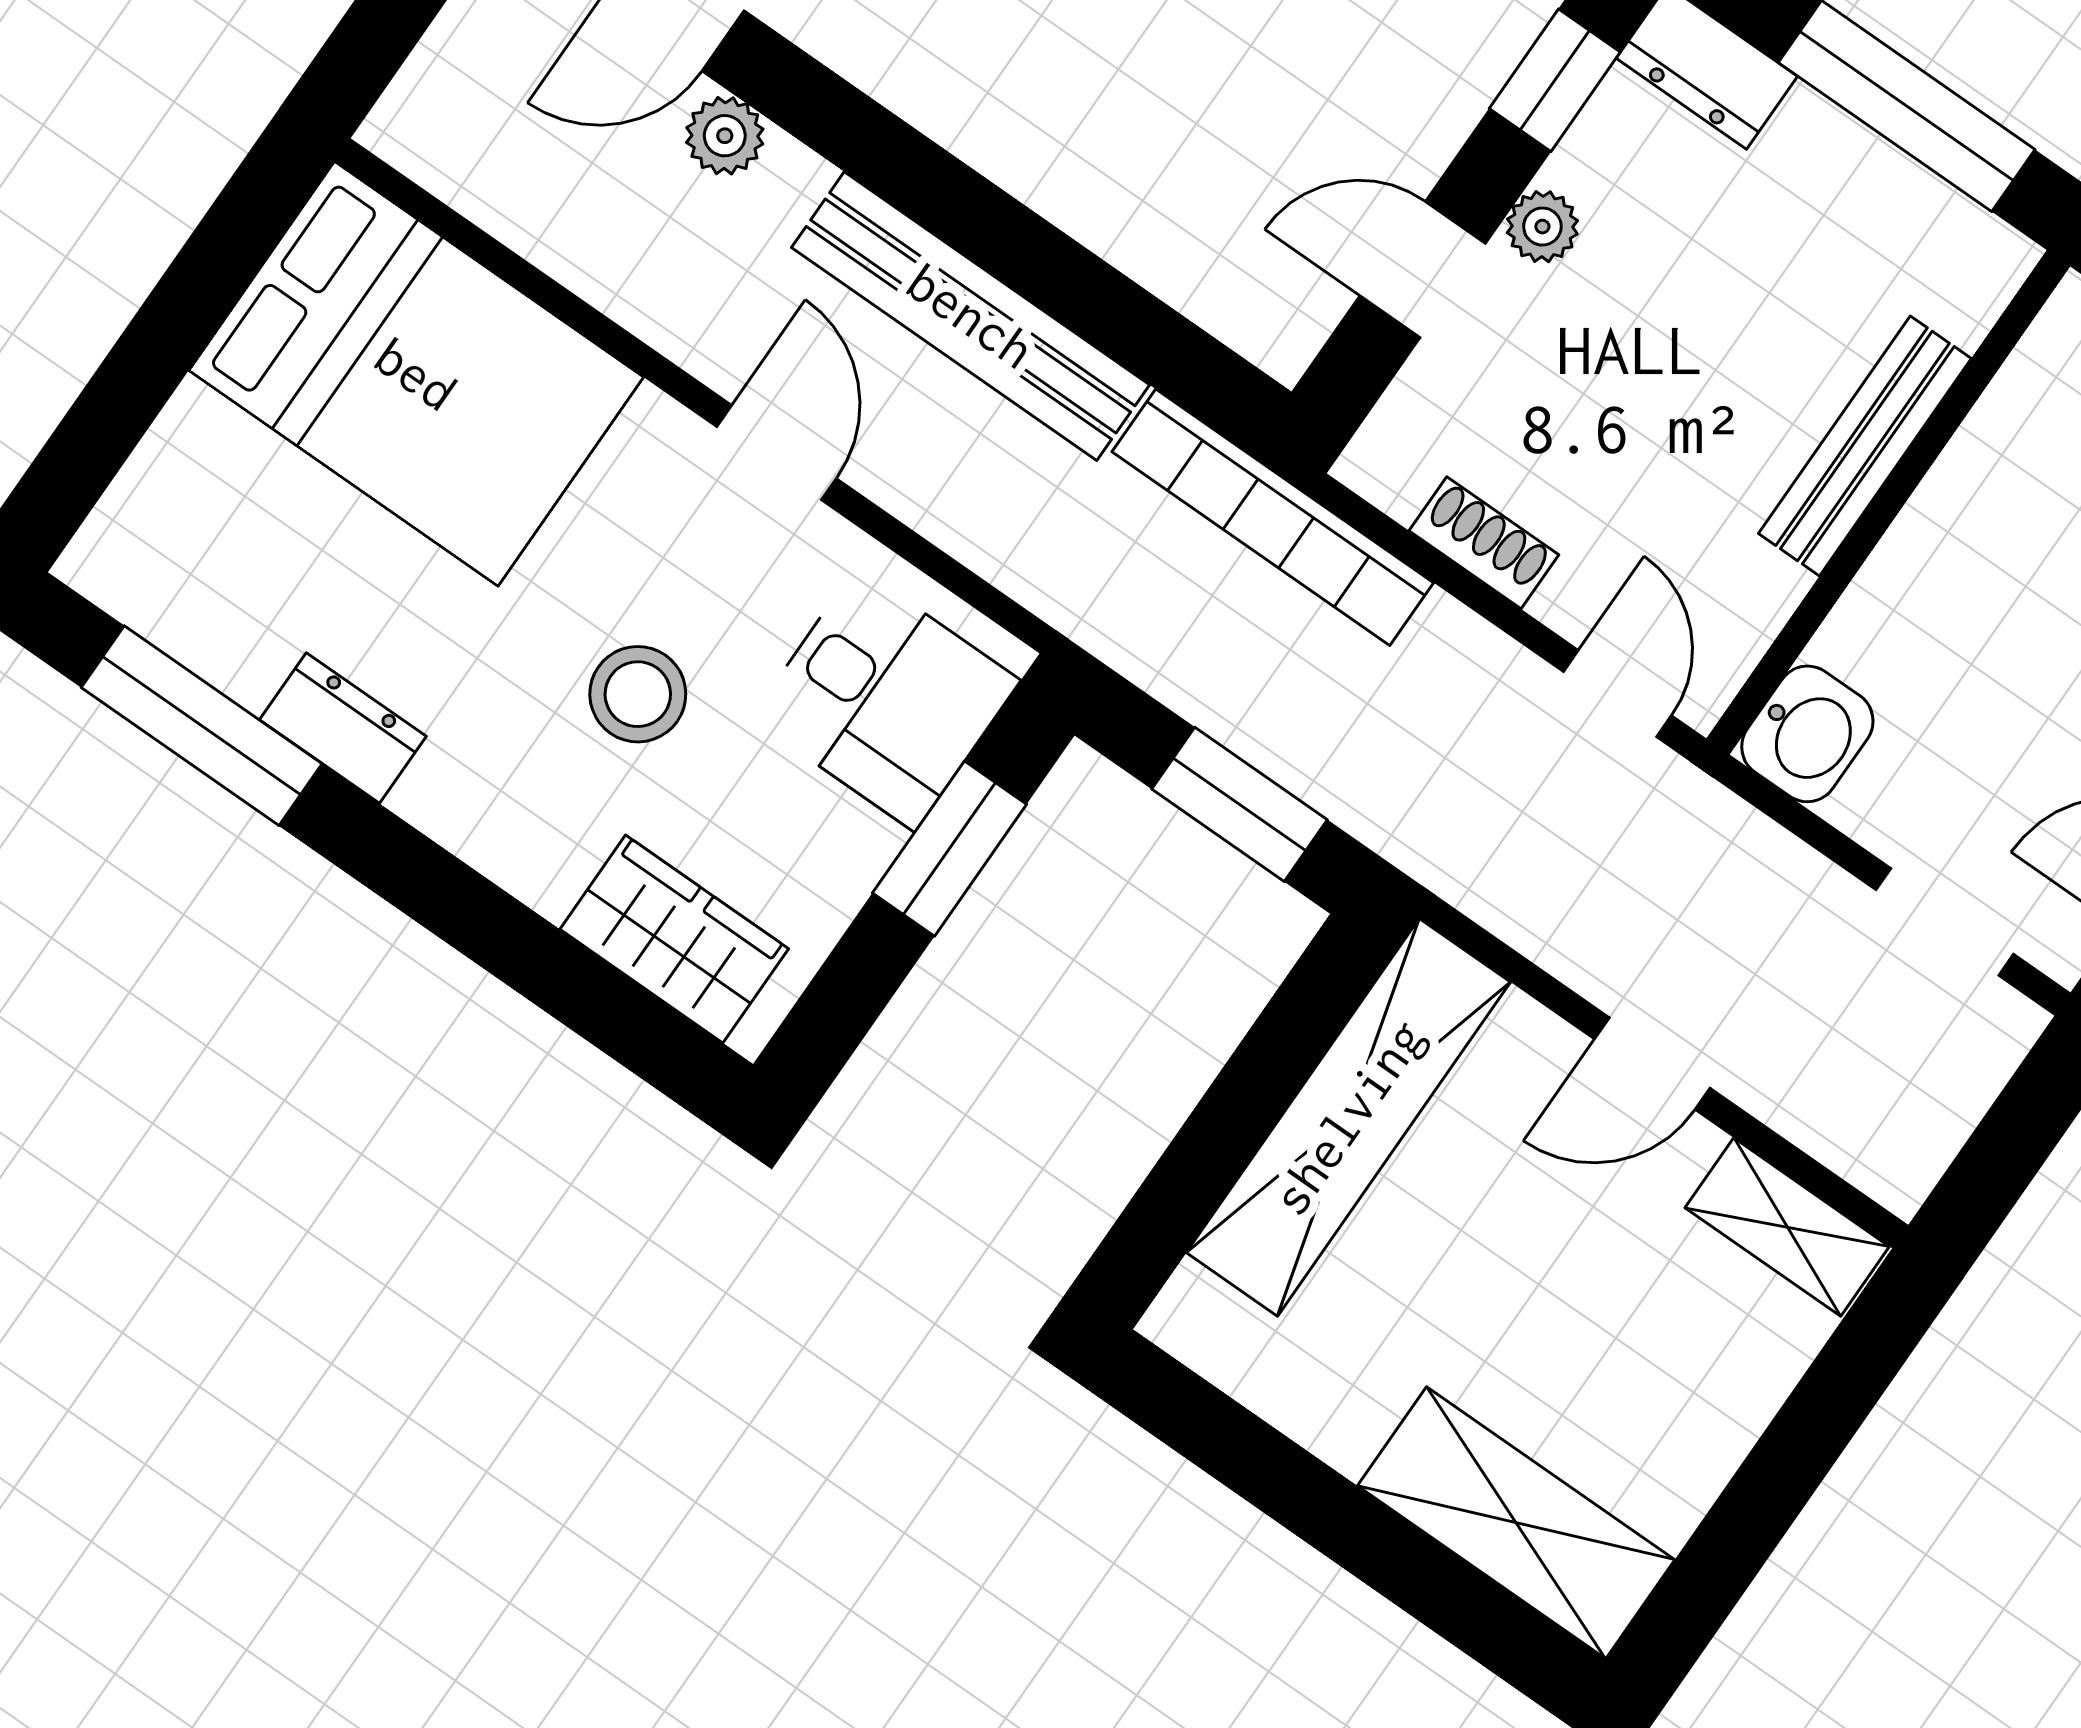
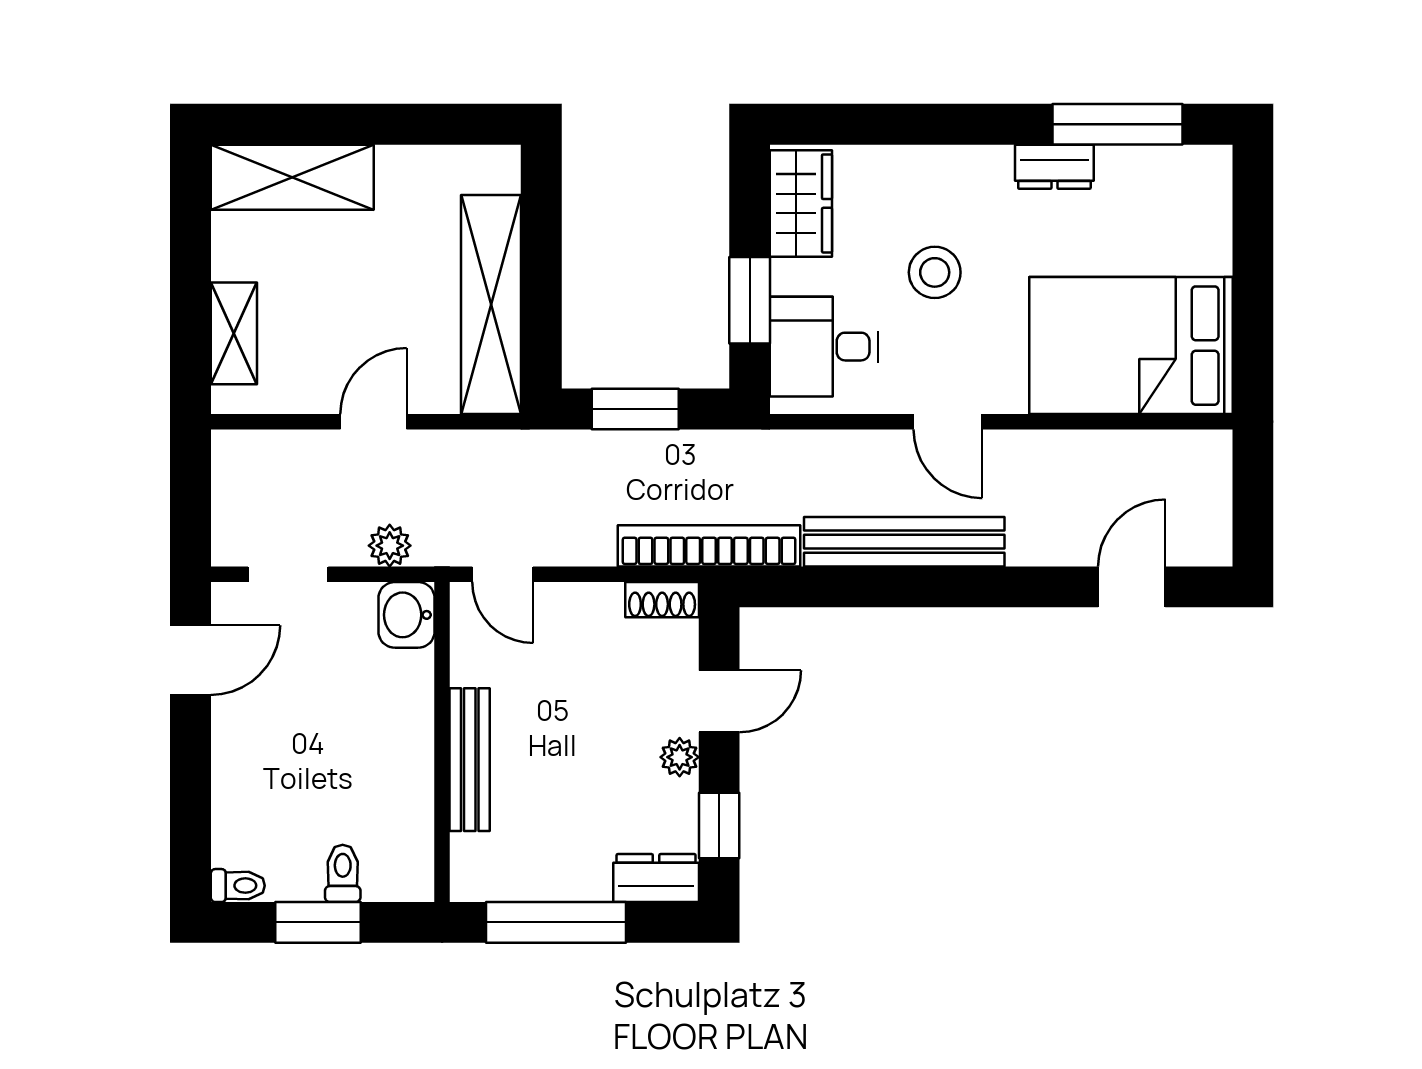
plant: (725, 136) -> (390, 546), moved
shoe rack: (1484, 543) -> (662, 600), moved
wardrobe: (674, 939) -> (801, 203), moved, turned -90
shelving: (1787, 1227) -> (234, 333), moved, turned 90

